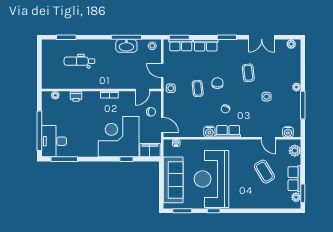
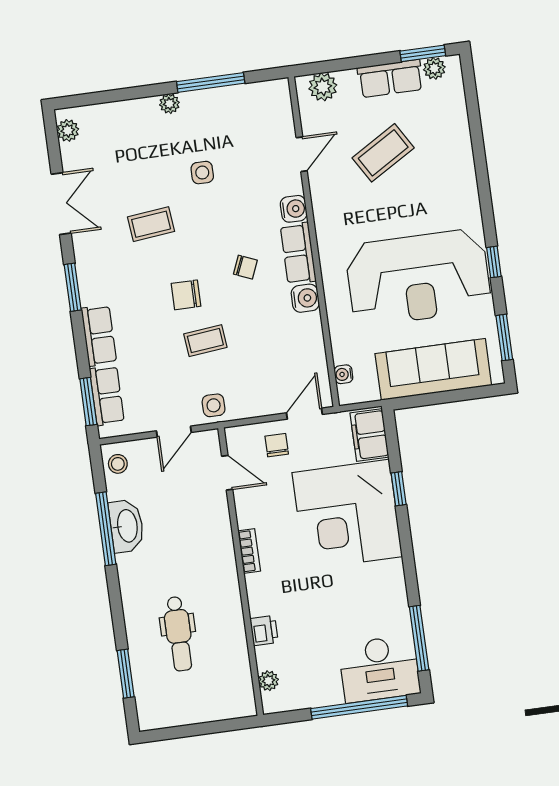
water cooler: (288, 132) -> (294, 209), moved

